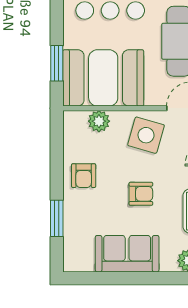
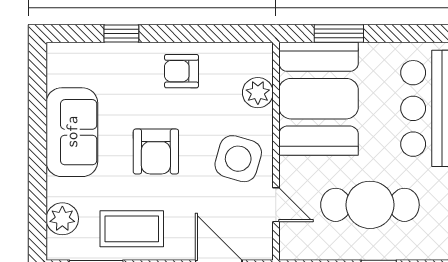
armchair: (141, 194) -> (156, 151), width x1.38, depth x1.38
window: (57, 218) -> (121, 33), width x0.67

